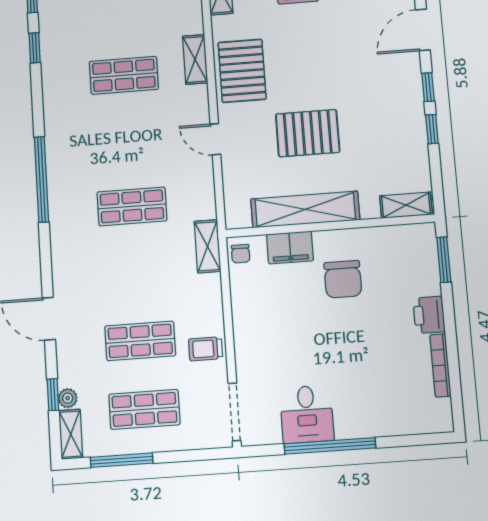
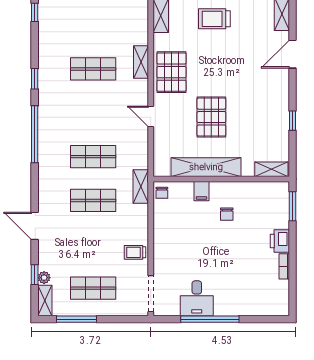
window: (35, 48) -> (35, 79), moved
window: (428, 87) -> (292, 93), removed
pallet: (308, 133) -> (211, 117), turned 90
filing cabinet: (290, 248) -> (201, 191), width x0.50
chair: (343, 279) -> (227, 214), width x0.54, depth x0.54
shop shelf: (140, 341) -> (93, 200), moved
bookcase: (440, 365) -> (284, 266), width x0.64

